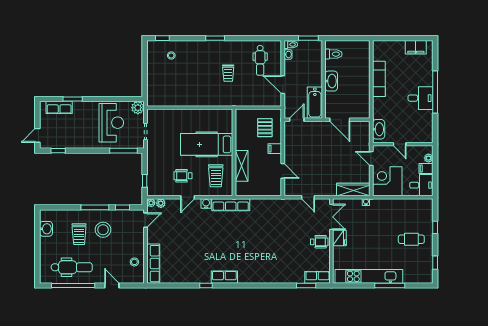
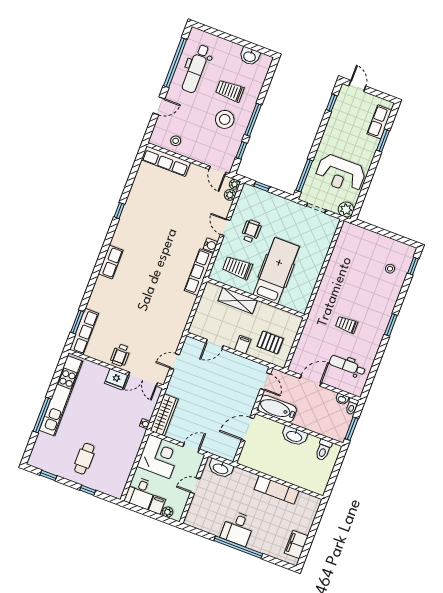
row of seats: (224, 277) -> (111, 262), moved
row of seats: (317, 277) -> (84, 331), width x1.48

